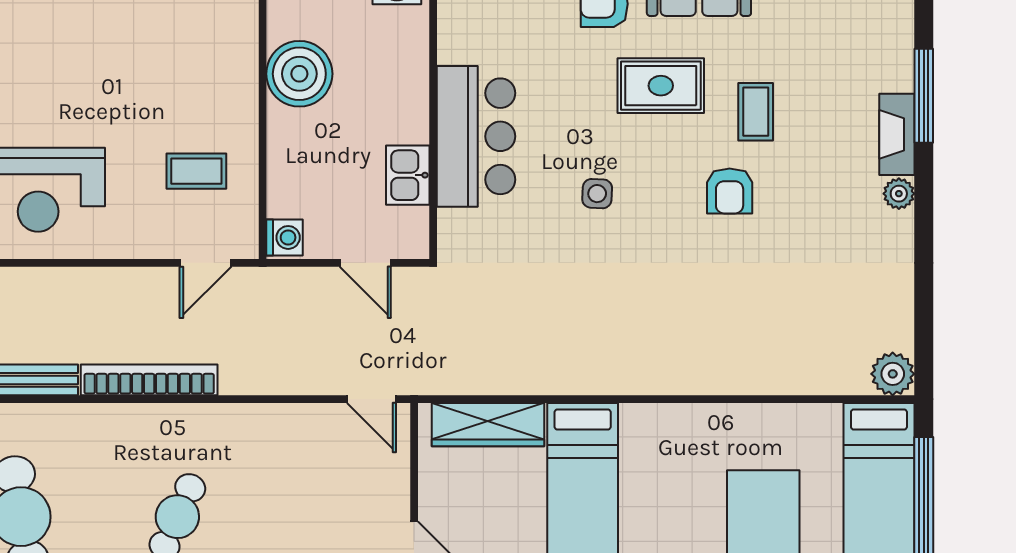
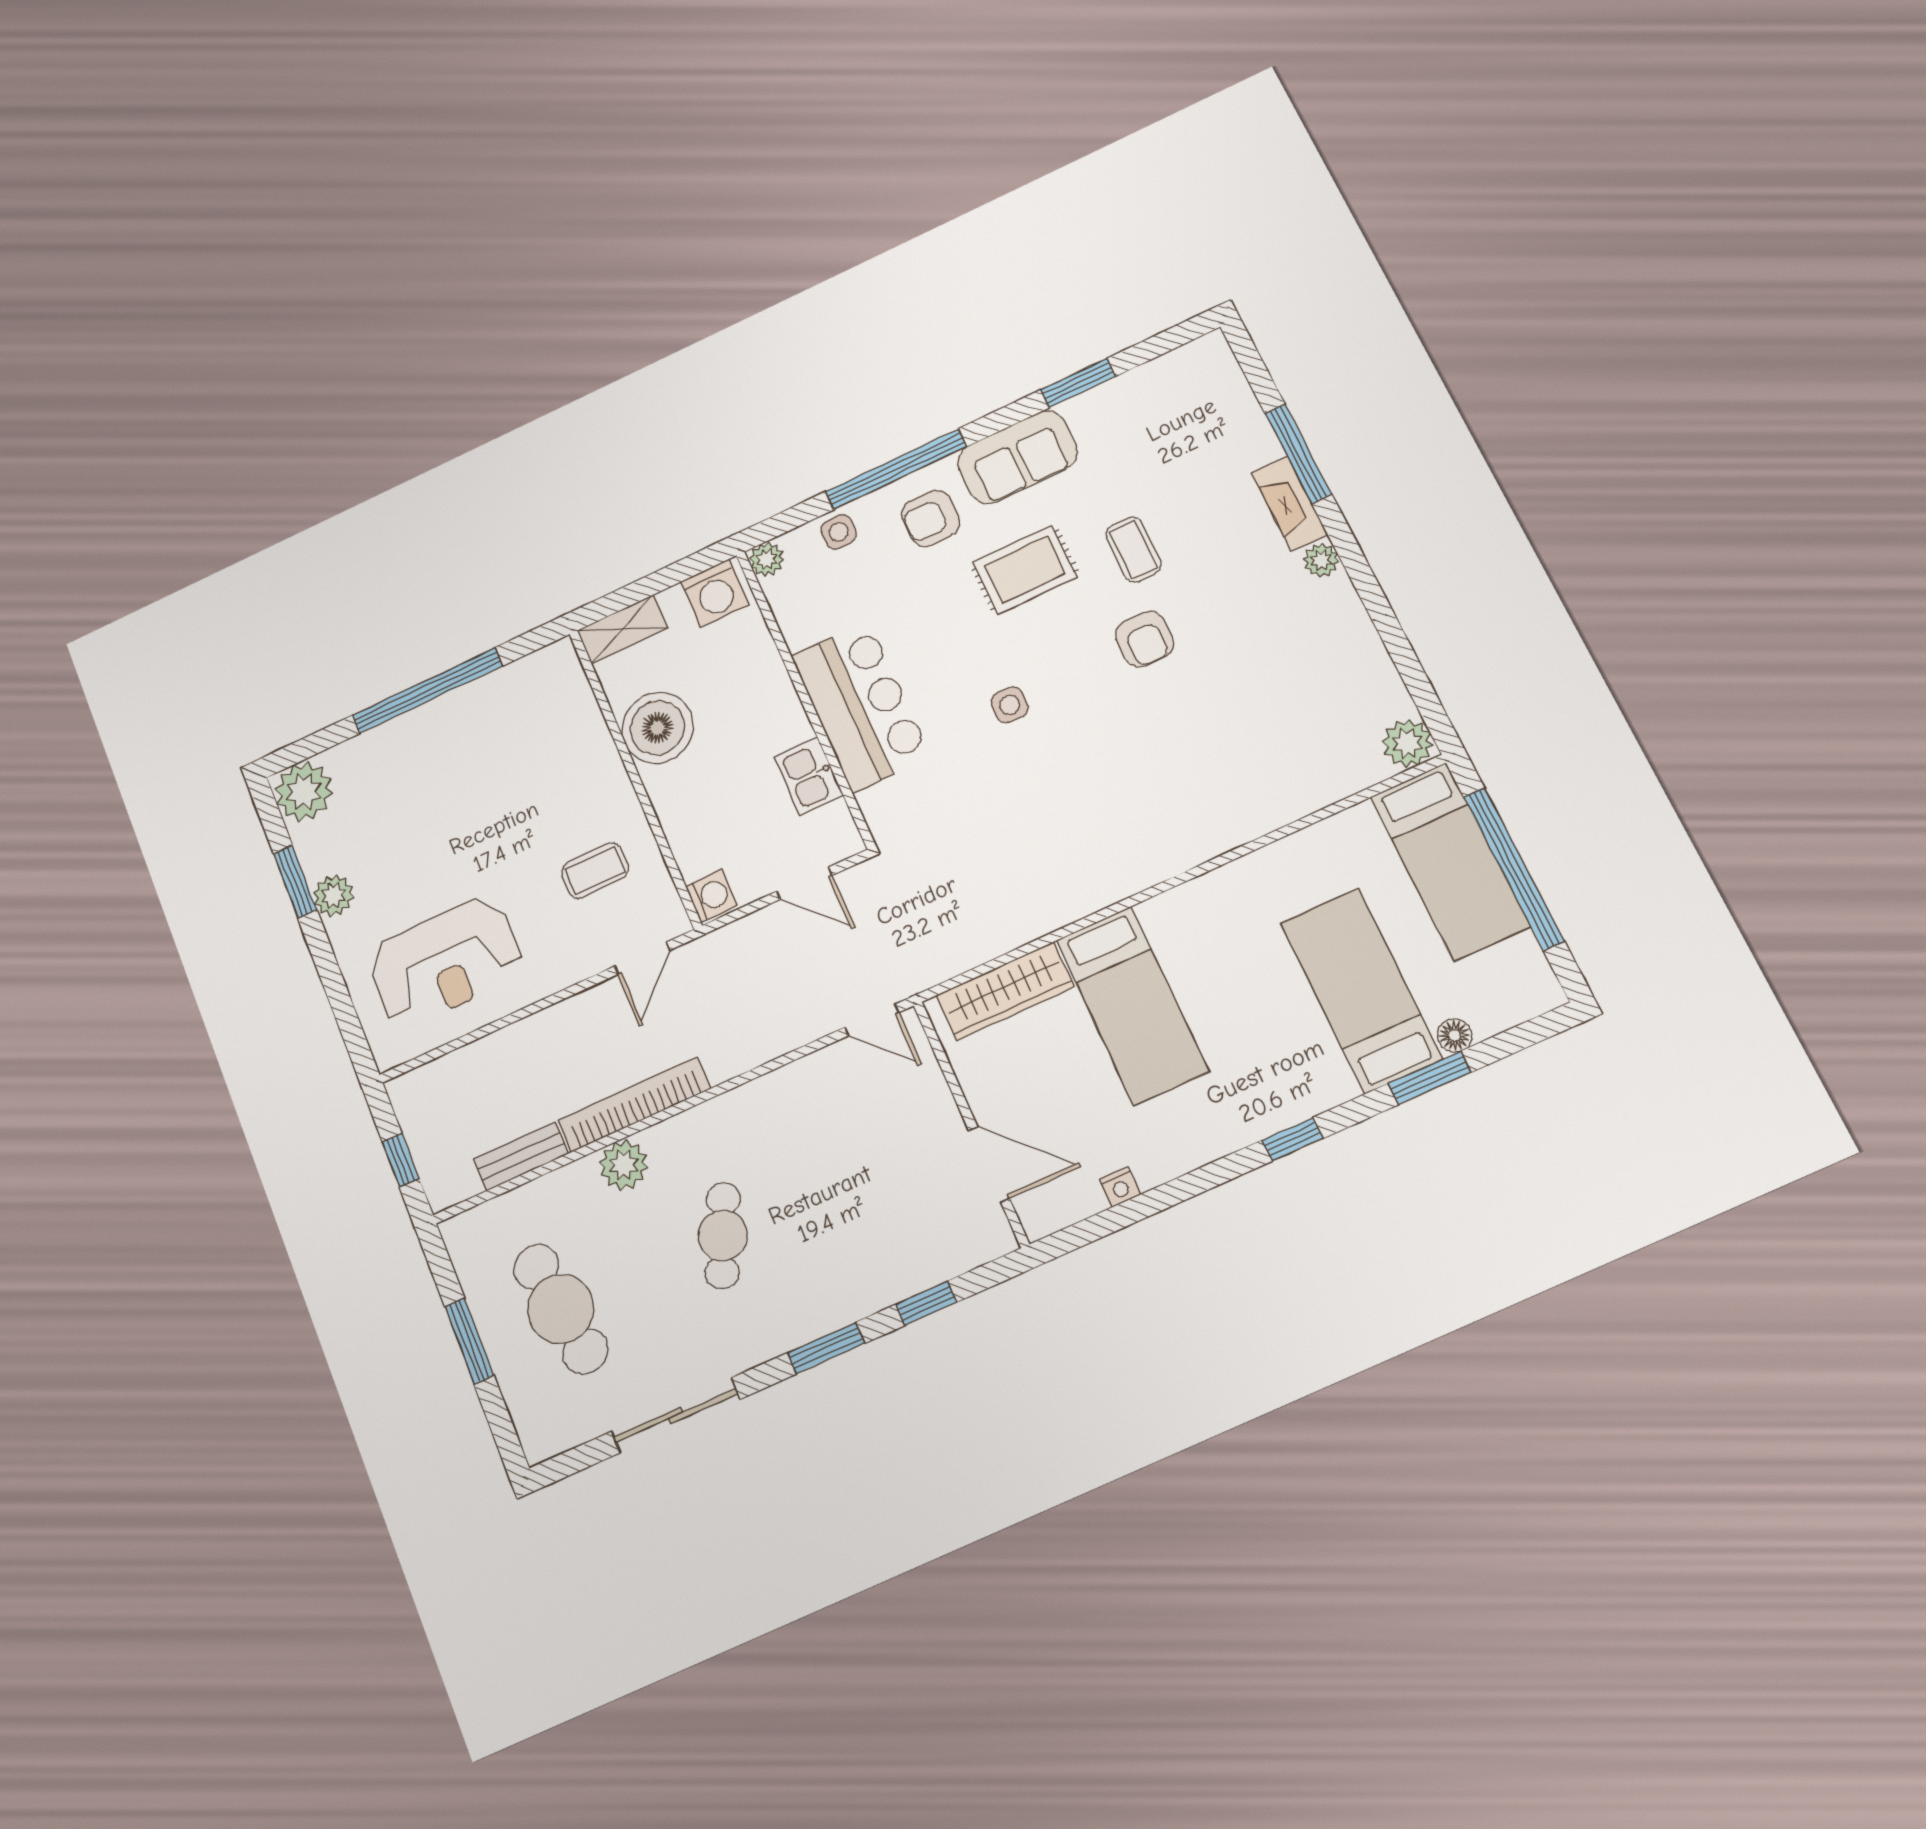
plant: (120, 425) -> (624, 1165), added

